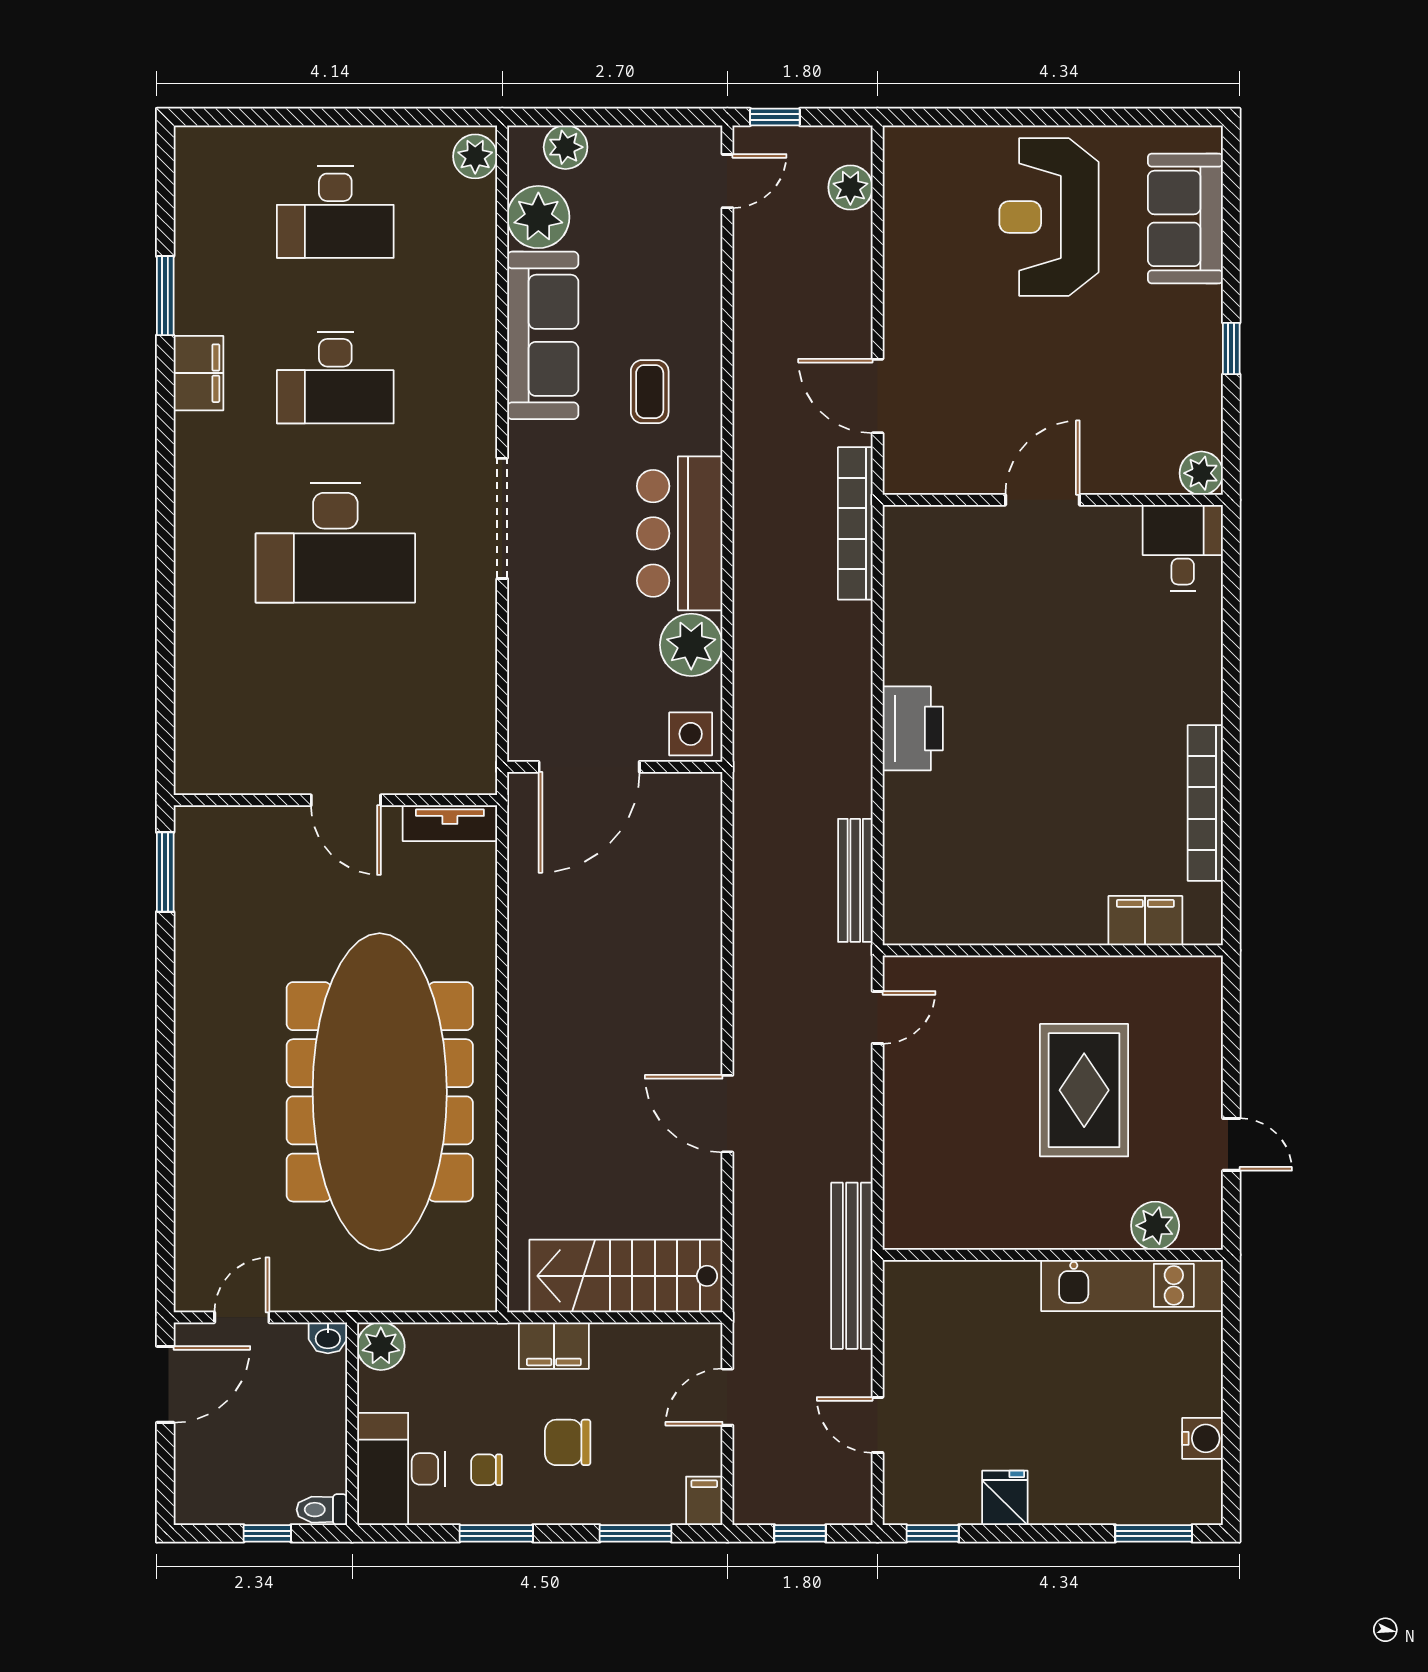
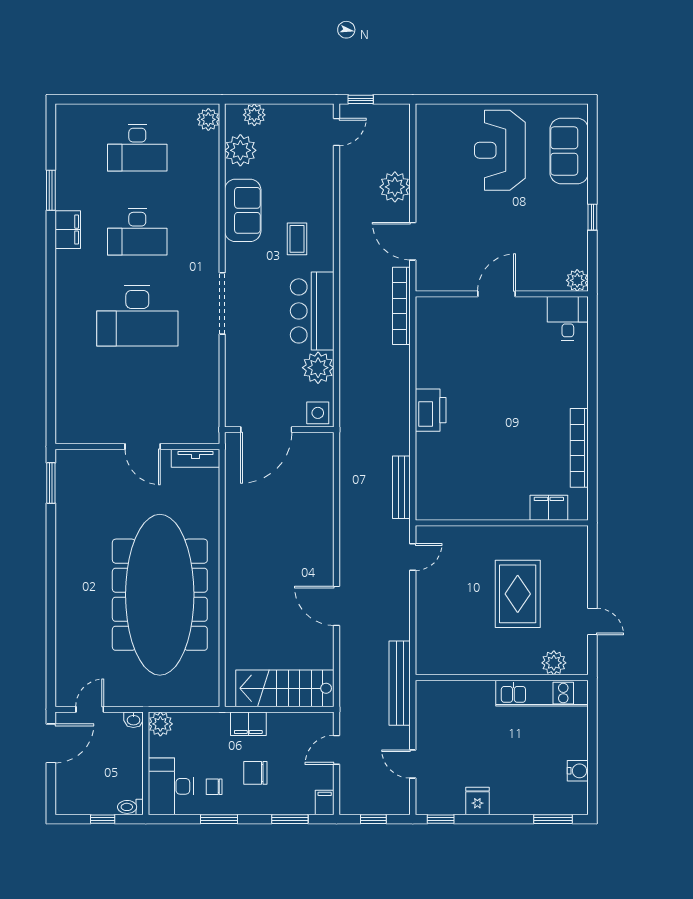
plant: (850, 187) -> (395, 187), moved, width x1.36, depth x1.36
sofa: (543, 335) -> (243, 210), width x0.73

